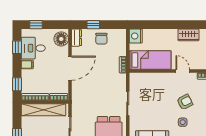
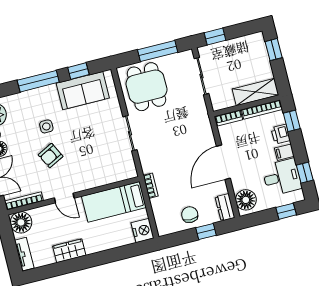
printer: (27, 77) -> (281, 134), added
shelving: (43, 110) -> (255, 92), width x0.68

